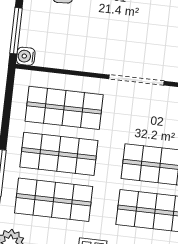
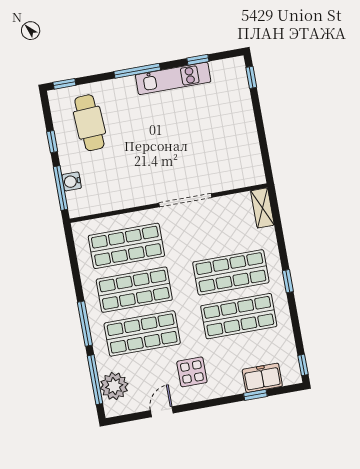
water cooler: (26, 56) -> (72, 181), moved

